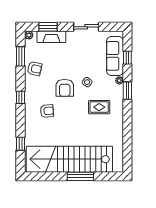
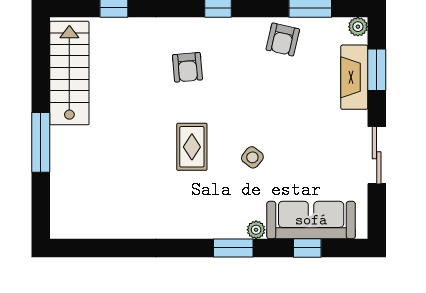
armchair: (65, 88) -> (240, 107), removed
rug: (99, 107) -> (192, 147), moved
stairs: (69, 159) -> (69, 73), width x0.54, depth x0.66

